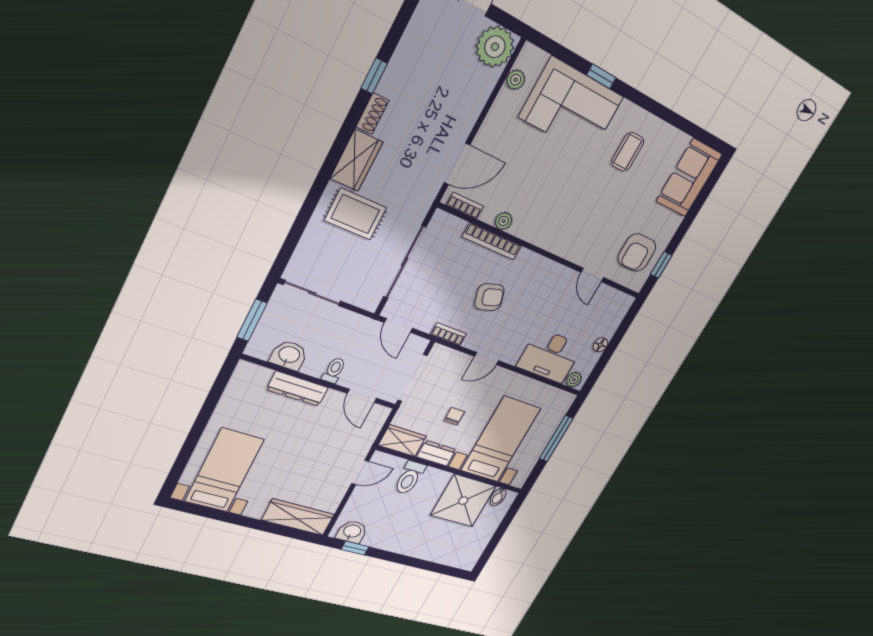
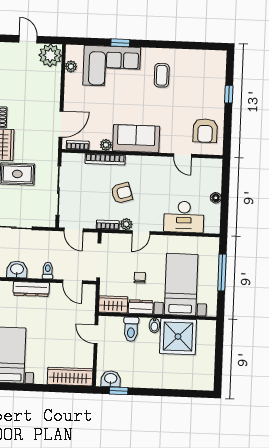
sofa: (689, 178) -> (136, 139), moved, turned 90
window: (661, 265) -> (229, 94), moved
plant: (574, 380) -> (126, 224), moved
door: (360, 472) -> (96, 334), swing flipped
bidet: (498, 497) -> (154, 325), moved

